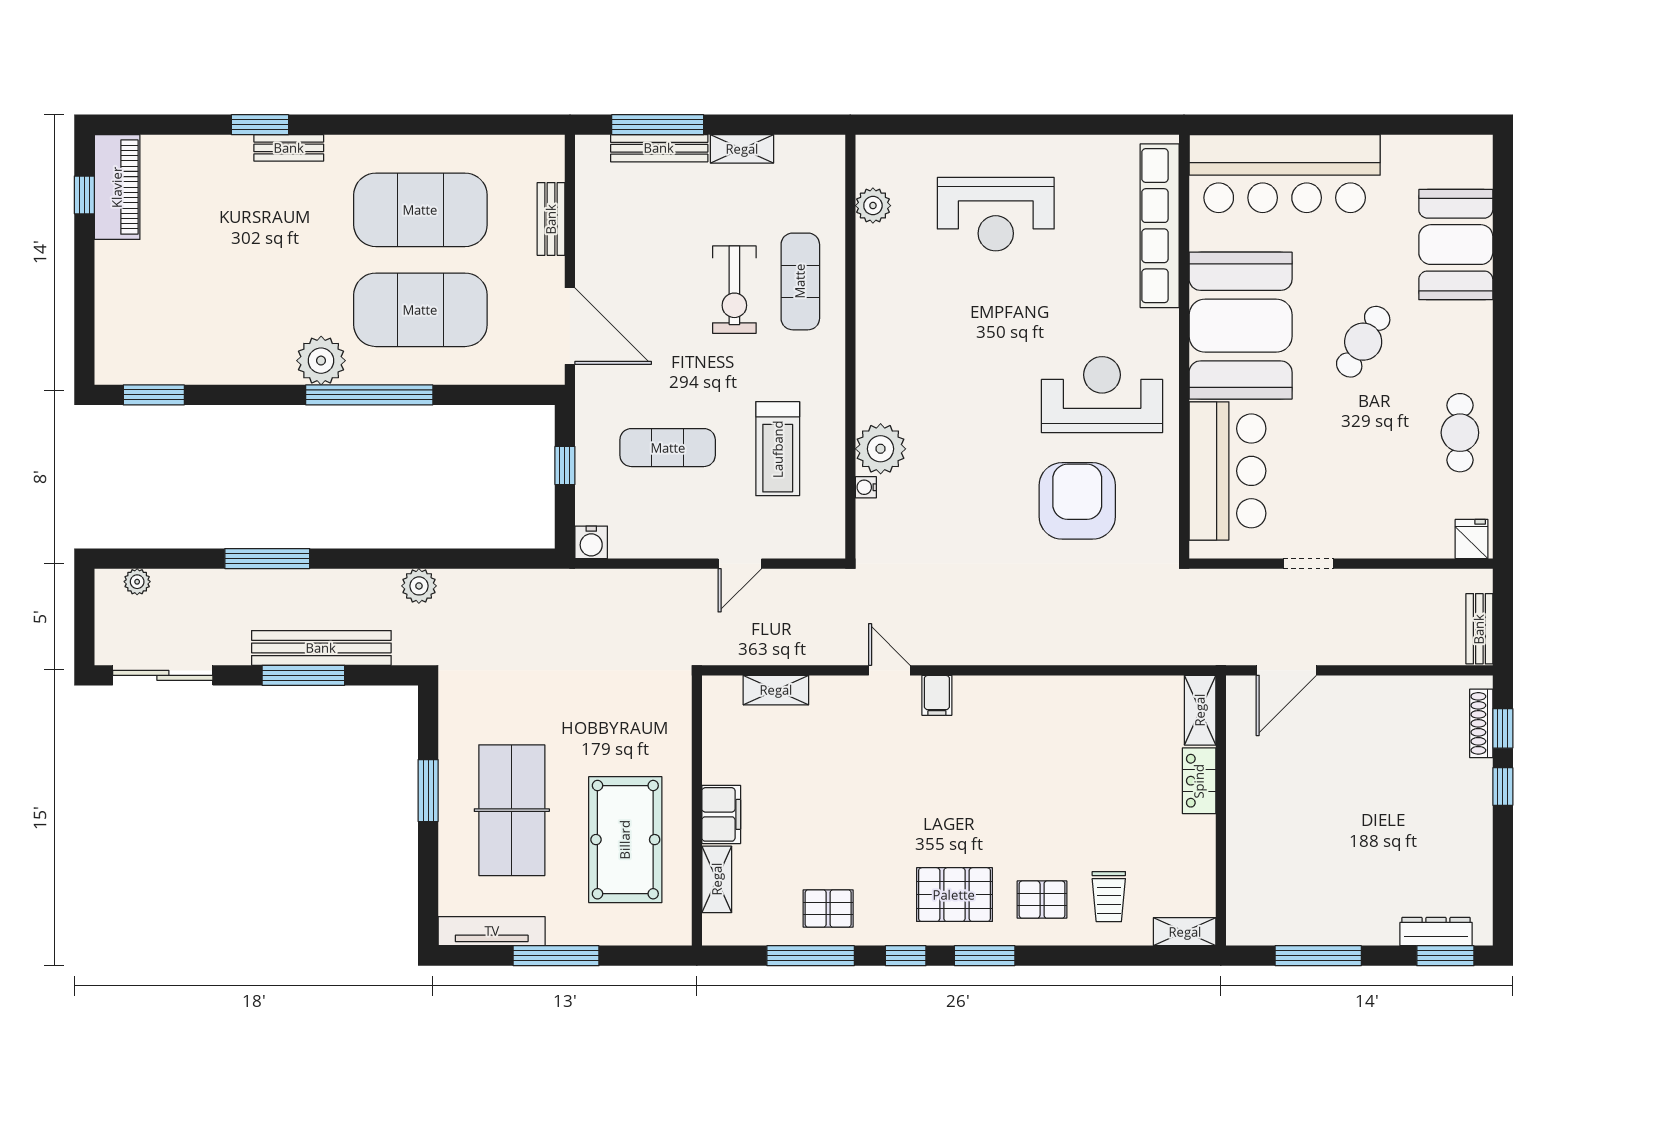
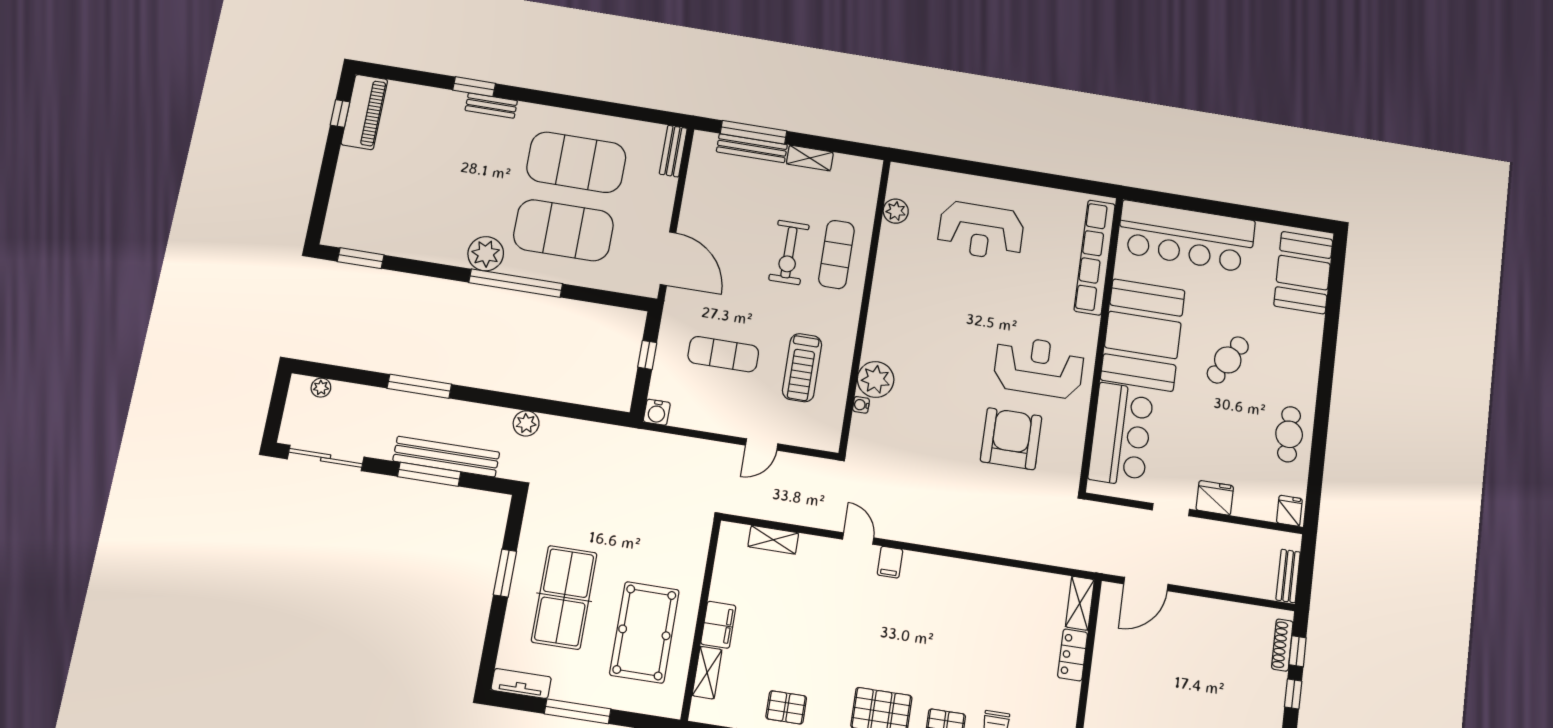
bench: (551, 219) -> (673, 151), moved
booth: (1456, 245) -> (1303, 273), moved
fridge: (1367, 538) -> (1215, 498), added
tv unit: (492, 931) -> (521, 684), width x0.71

